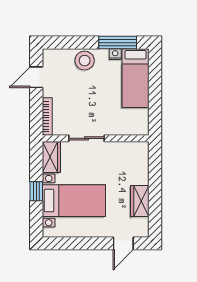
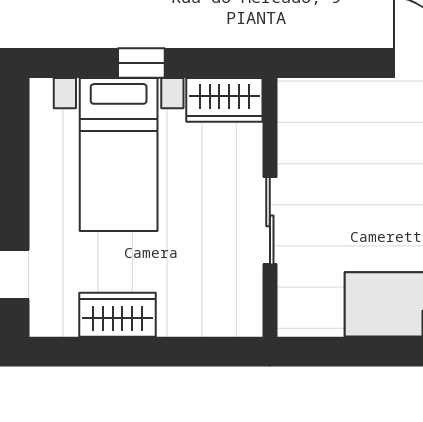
bookcase: (47, 117) -> (323, 90), removed
sliding door: (86, 138) -> (270, 221), moved

